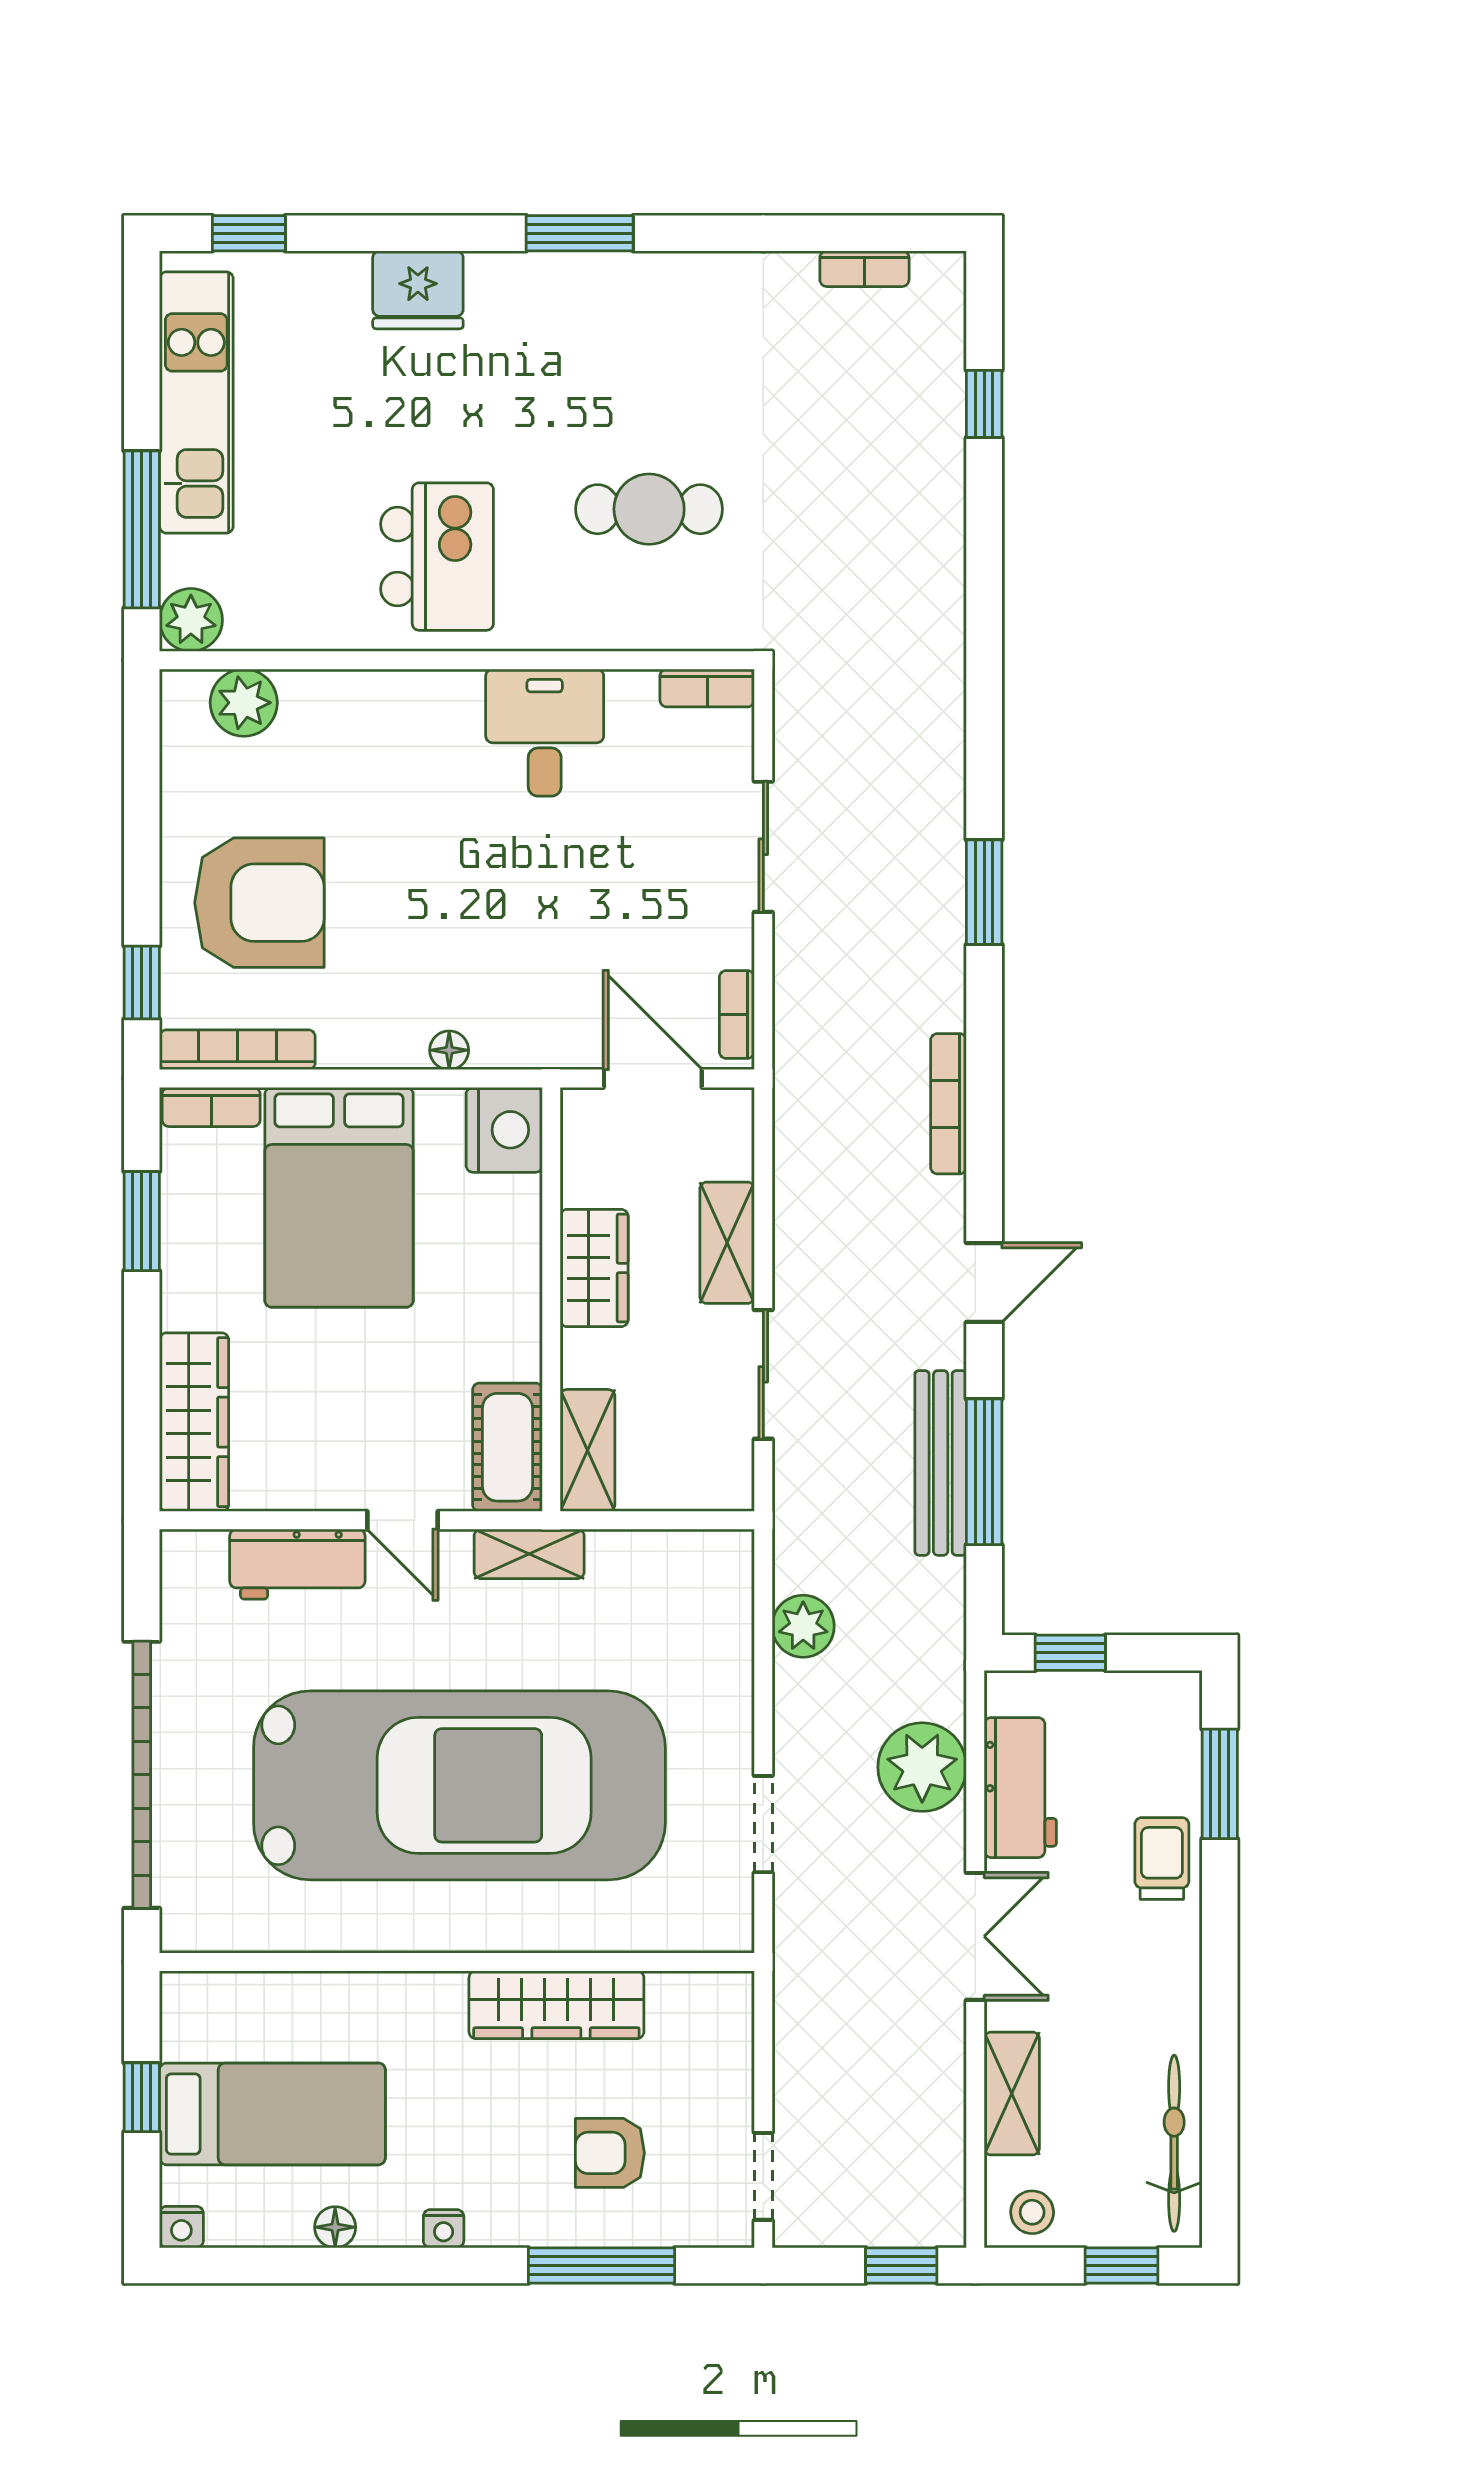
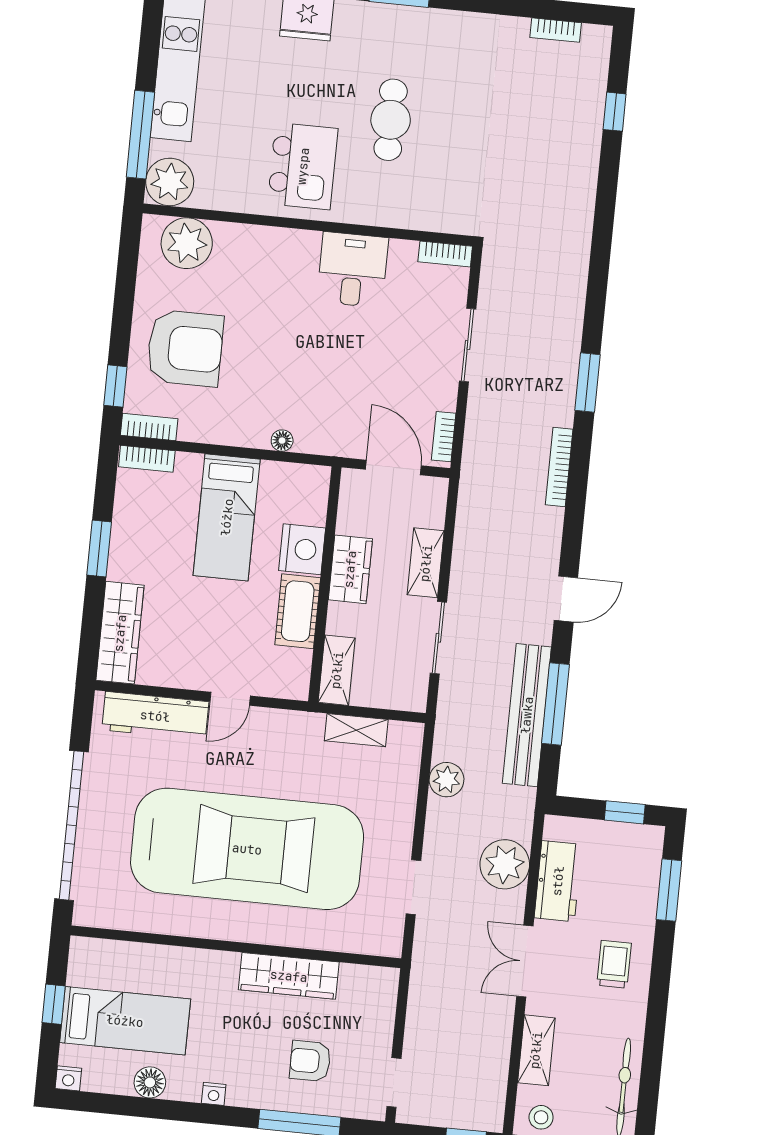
cafe table: (649, 509) -> (391, 120), moved, turned 90
plant: (191, 620) -> (170, 182), width x1.36, depth x1.36
plant: (244, 703) -> (187, 243), width x1.36, depth x1.36
bookcase: (237, 1050) -> (149, 427), width x0.64
bookcase: (949, 1104) -> (559, 467), moved
nightstand: (504, 1130) -> (302, 549), moved
bed: (339, 1197) -> (227, 517), width x0.67
window: (142, 1221) -> (99, 548), moved
cot: (507, 1447) -> (298, 611), moved
bench: (941, 1463) -> (527, 715), width x1.37, depth x1.21
door: (402, 1520) -> (230, 699), hinge flipped
shelving: (529, 1554) -> (356, 730), moved
workbench: (297, 1564) -> (155, 716), width x1.38
window: (1070, 1653) -> (625, 812), moved
trolley: (1162, 1859) -> (614, 964), moved
double door: (975, 1936) -> (525, 961), swing flipped
floor lamp: (335, 2227) -> (150, 1082), width x1.37, depth x1.37

